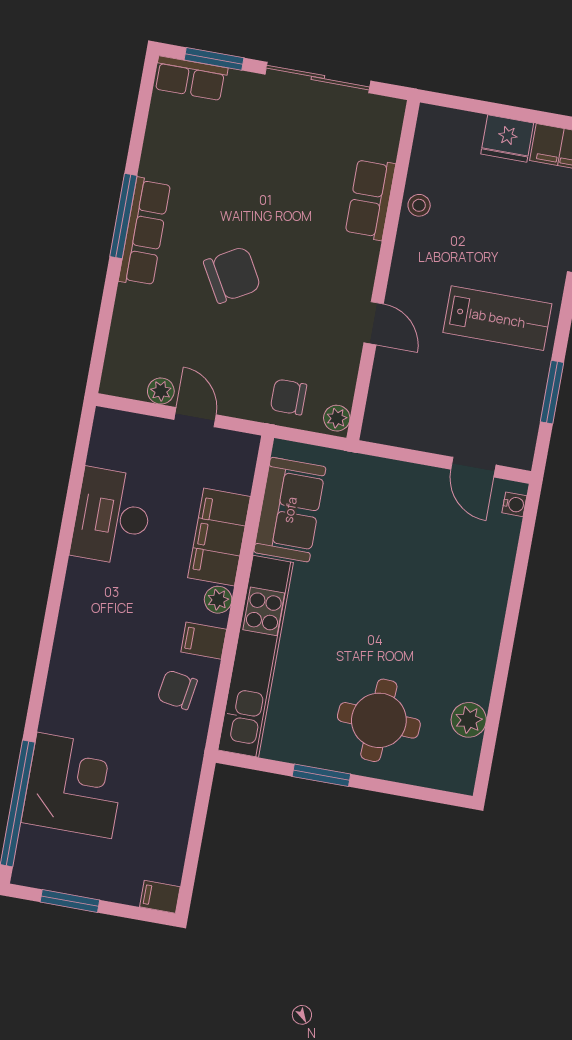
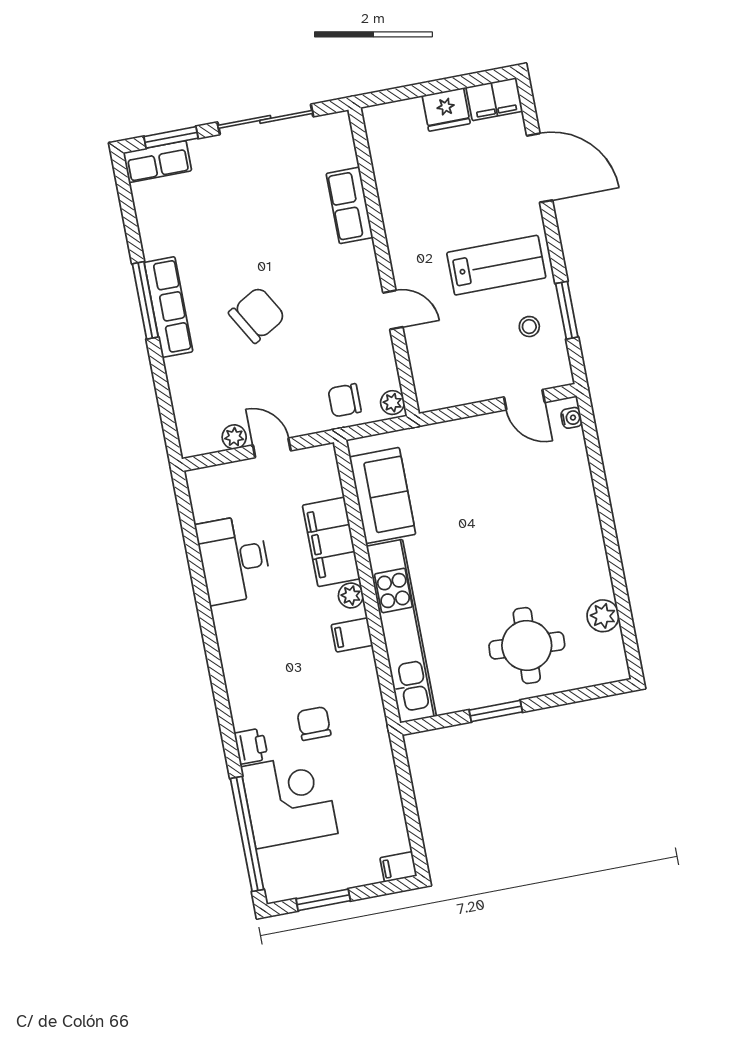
stool: (419, 205) -> (529, 327), moved
chair: (177, 690) -> (314, 723), moved, turned 81
printer: (56, 715) -> (251, 746), added

